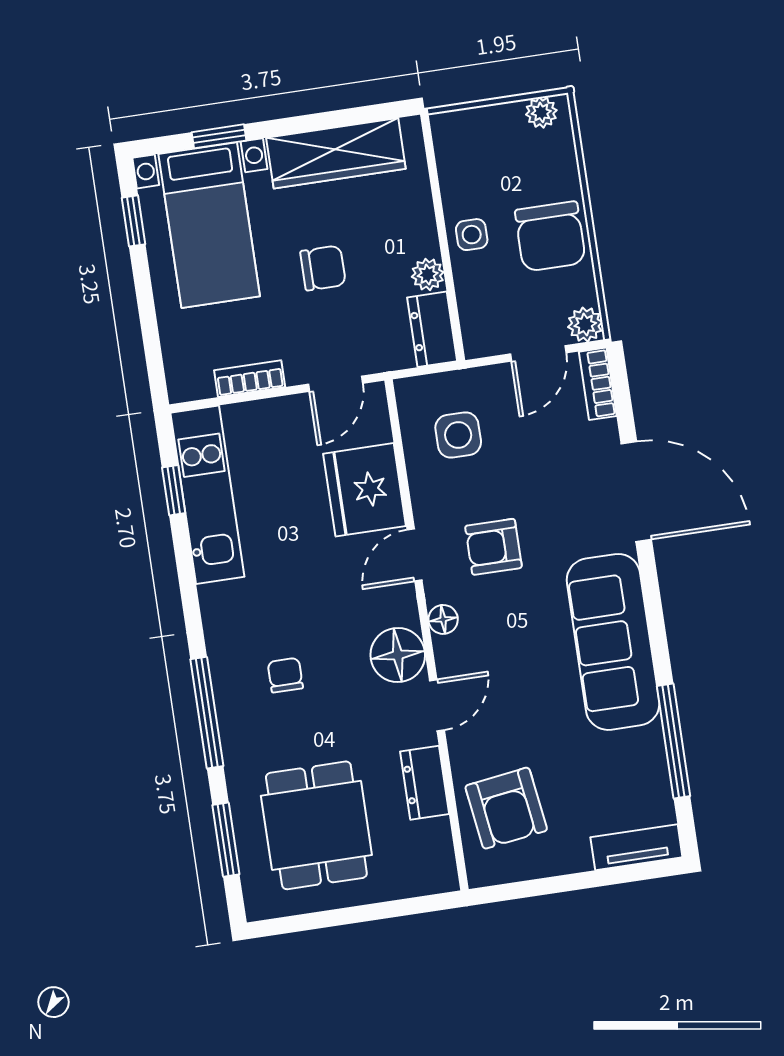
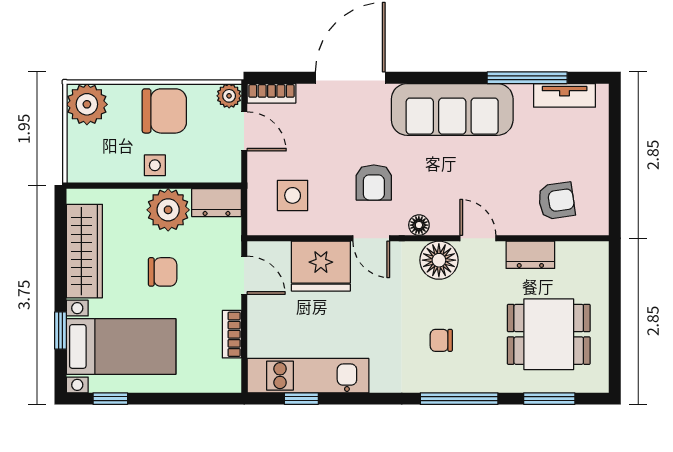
plant: (541, 112) -> (87, 104), width x1.88, depth x1.88
chair: (323, 268) -> (163, 272), turned 90
plant: (428, 275) -> (168, 210), width x1.88, depth x1.88
armchair: (506, 808) -> (556, 201), width x0.72, depth x0.72
tv unit: (636, 847) -> (565, 95), moved, turned -90

